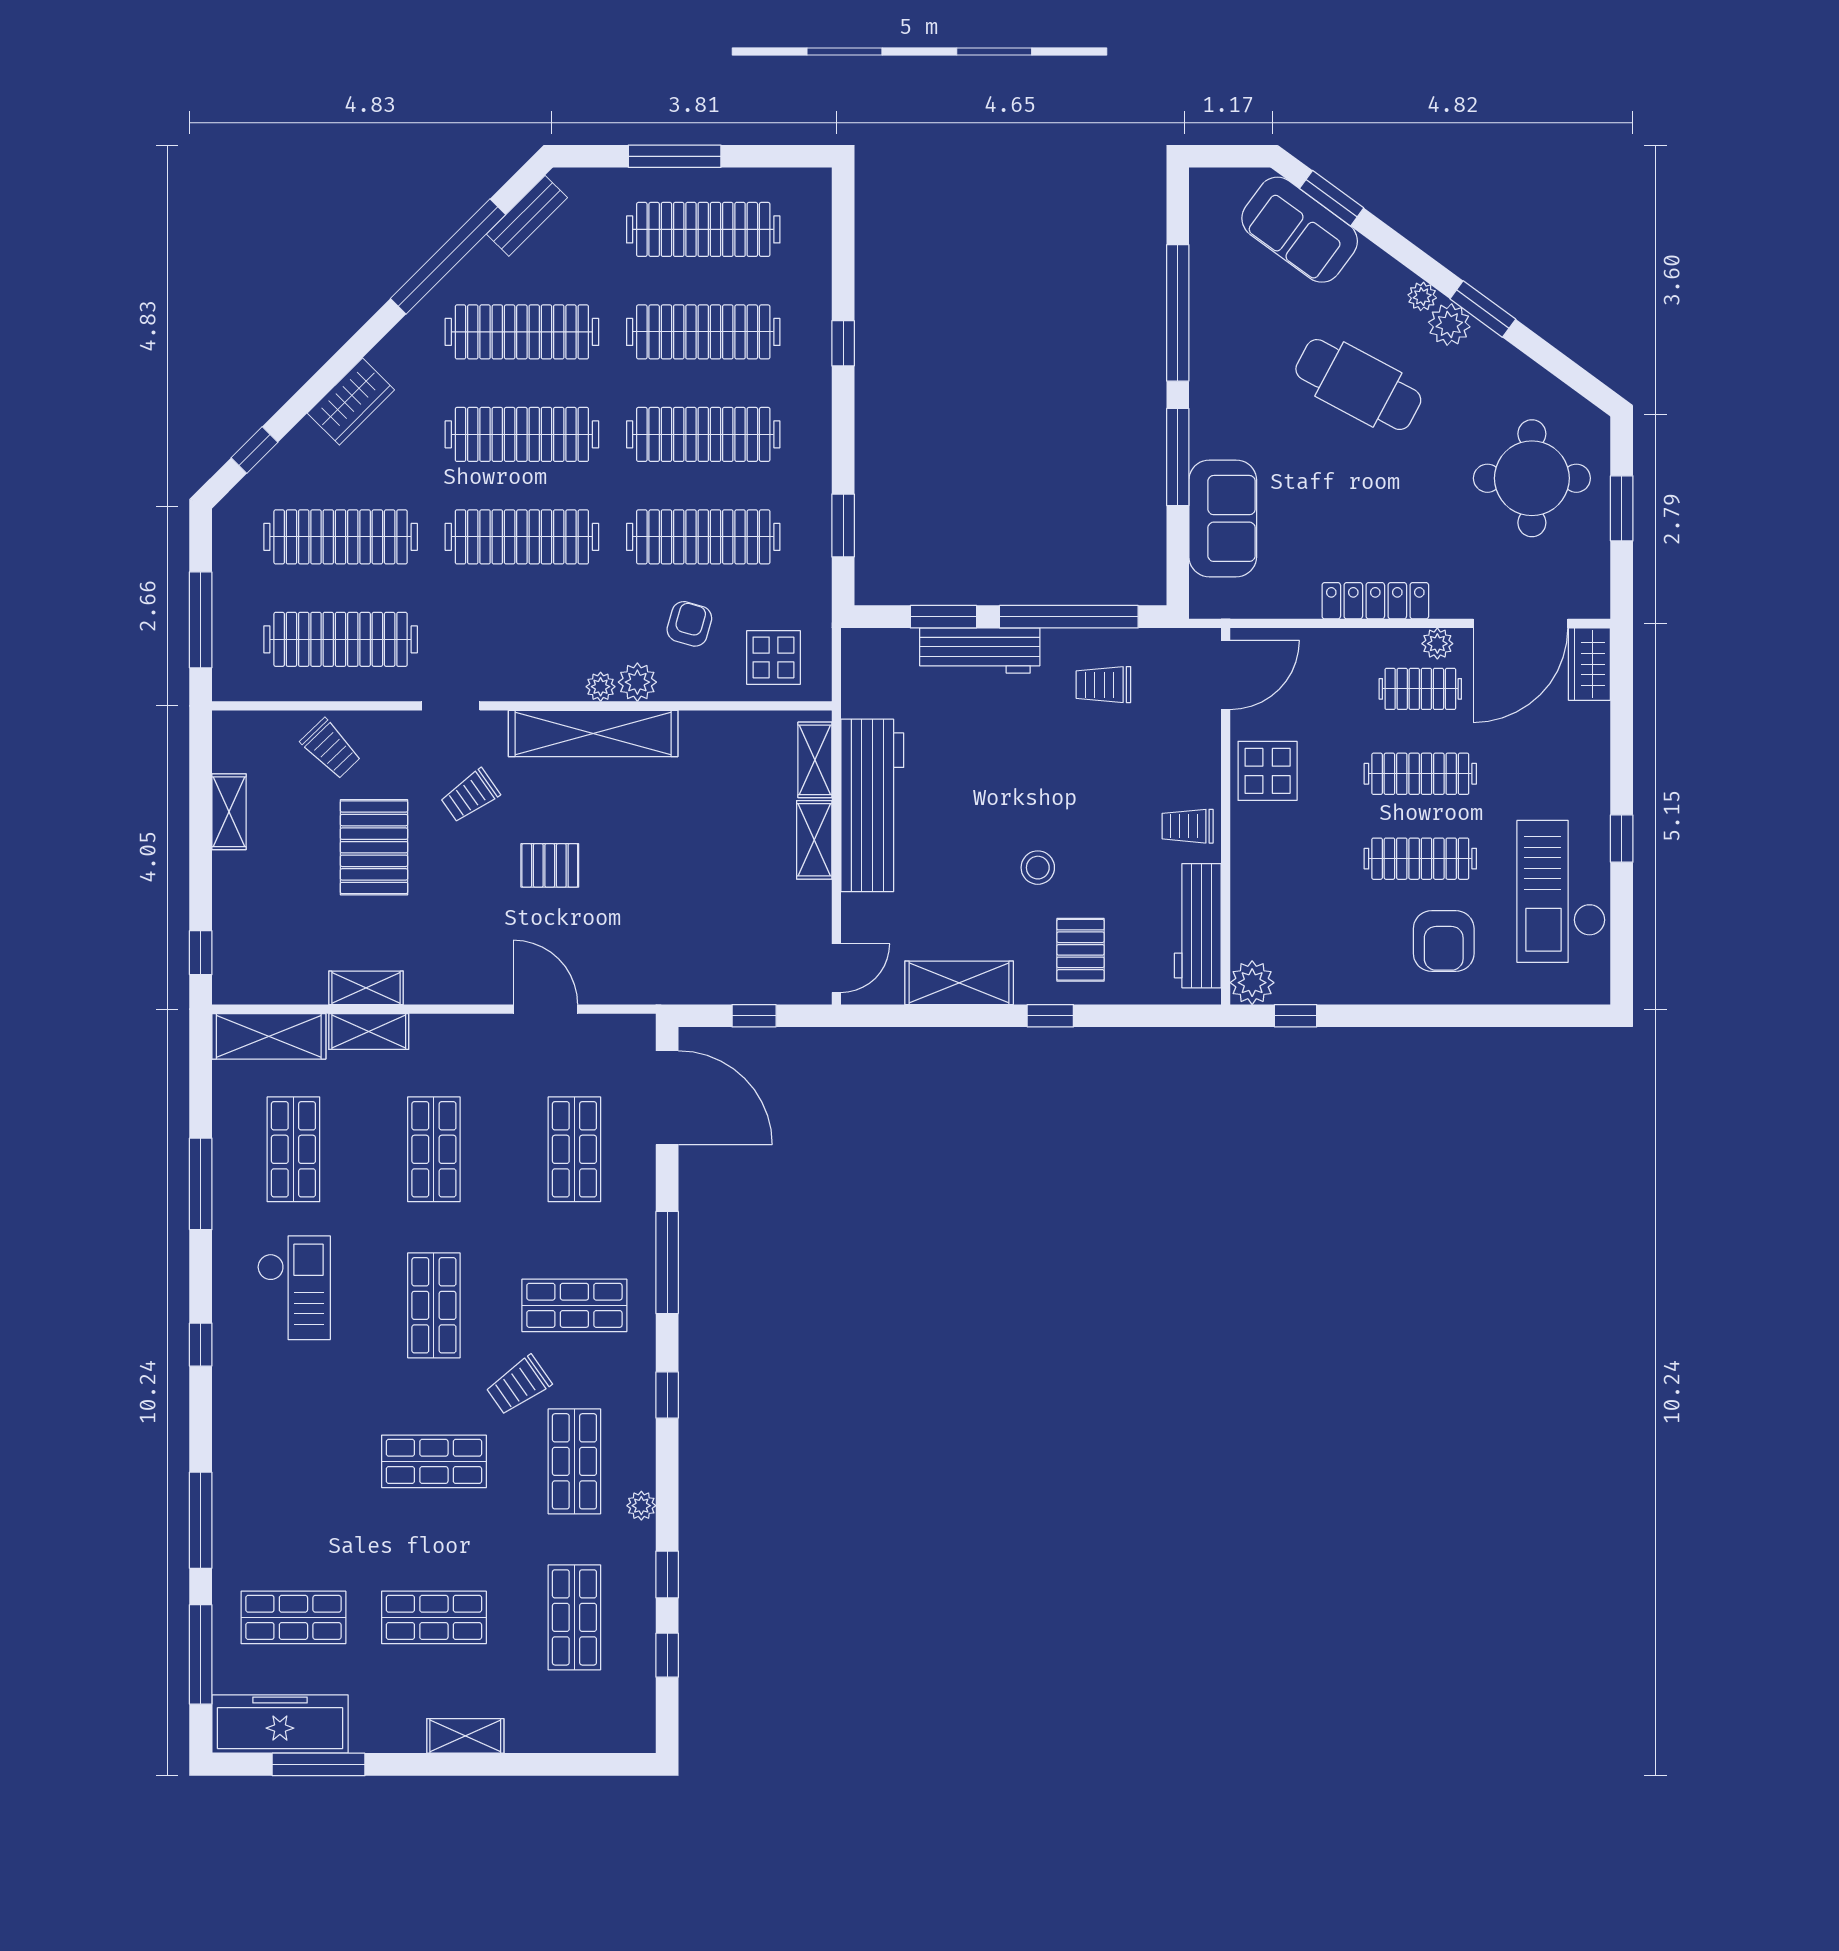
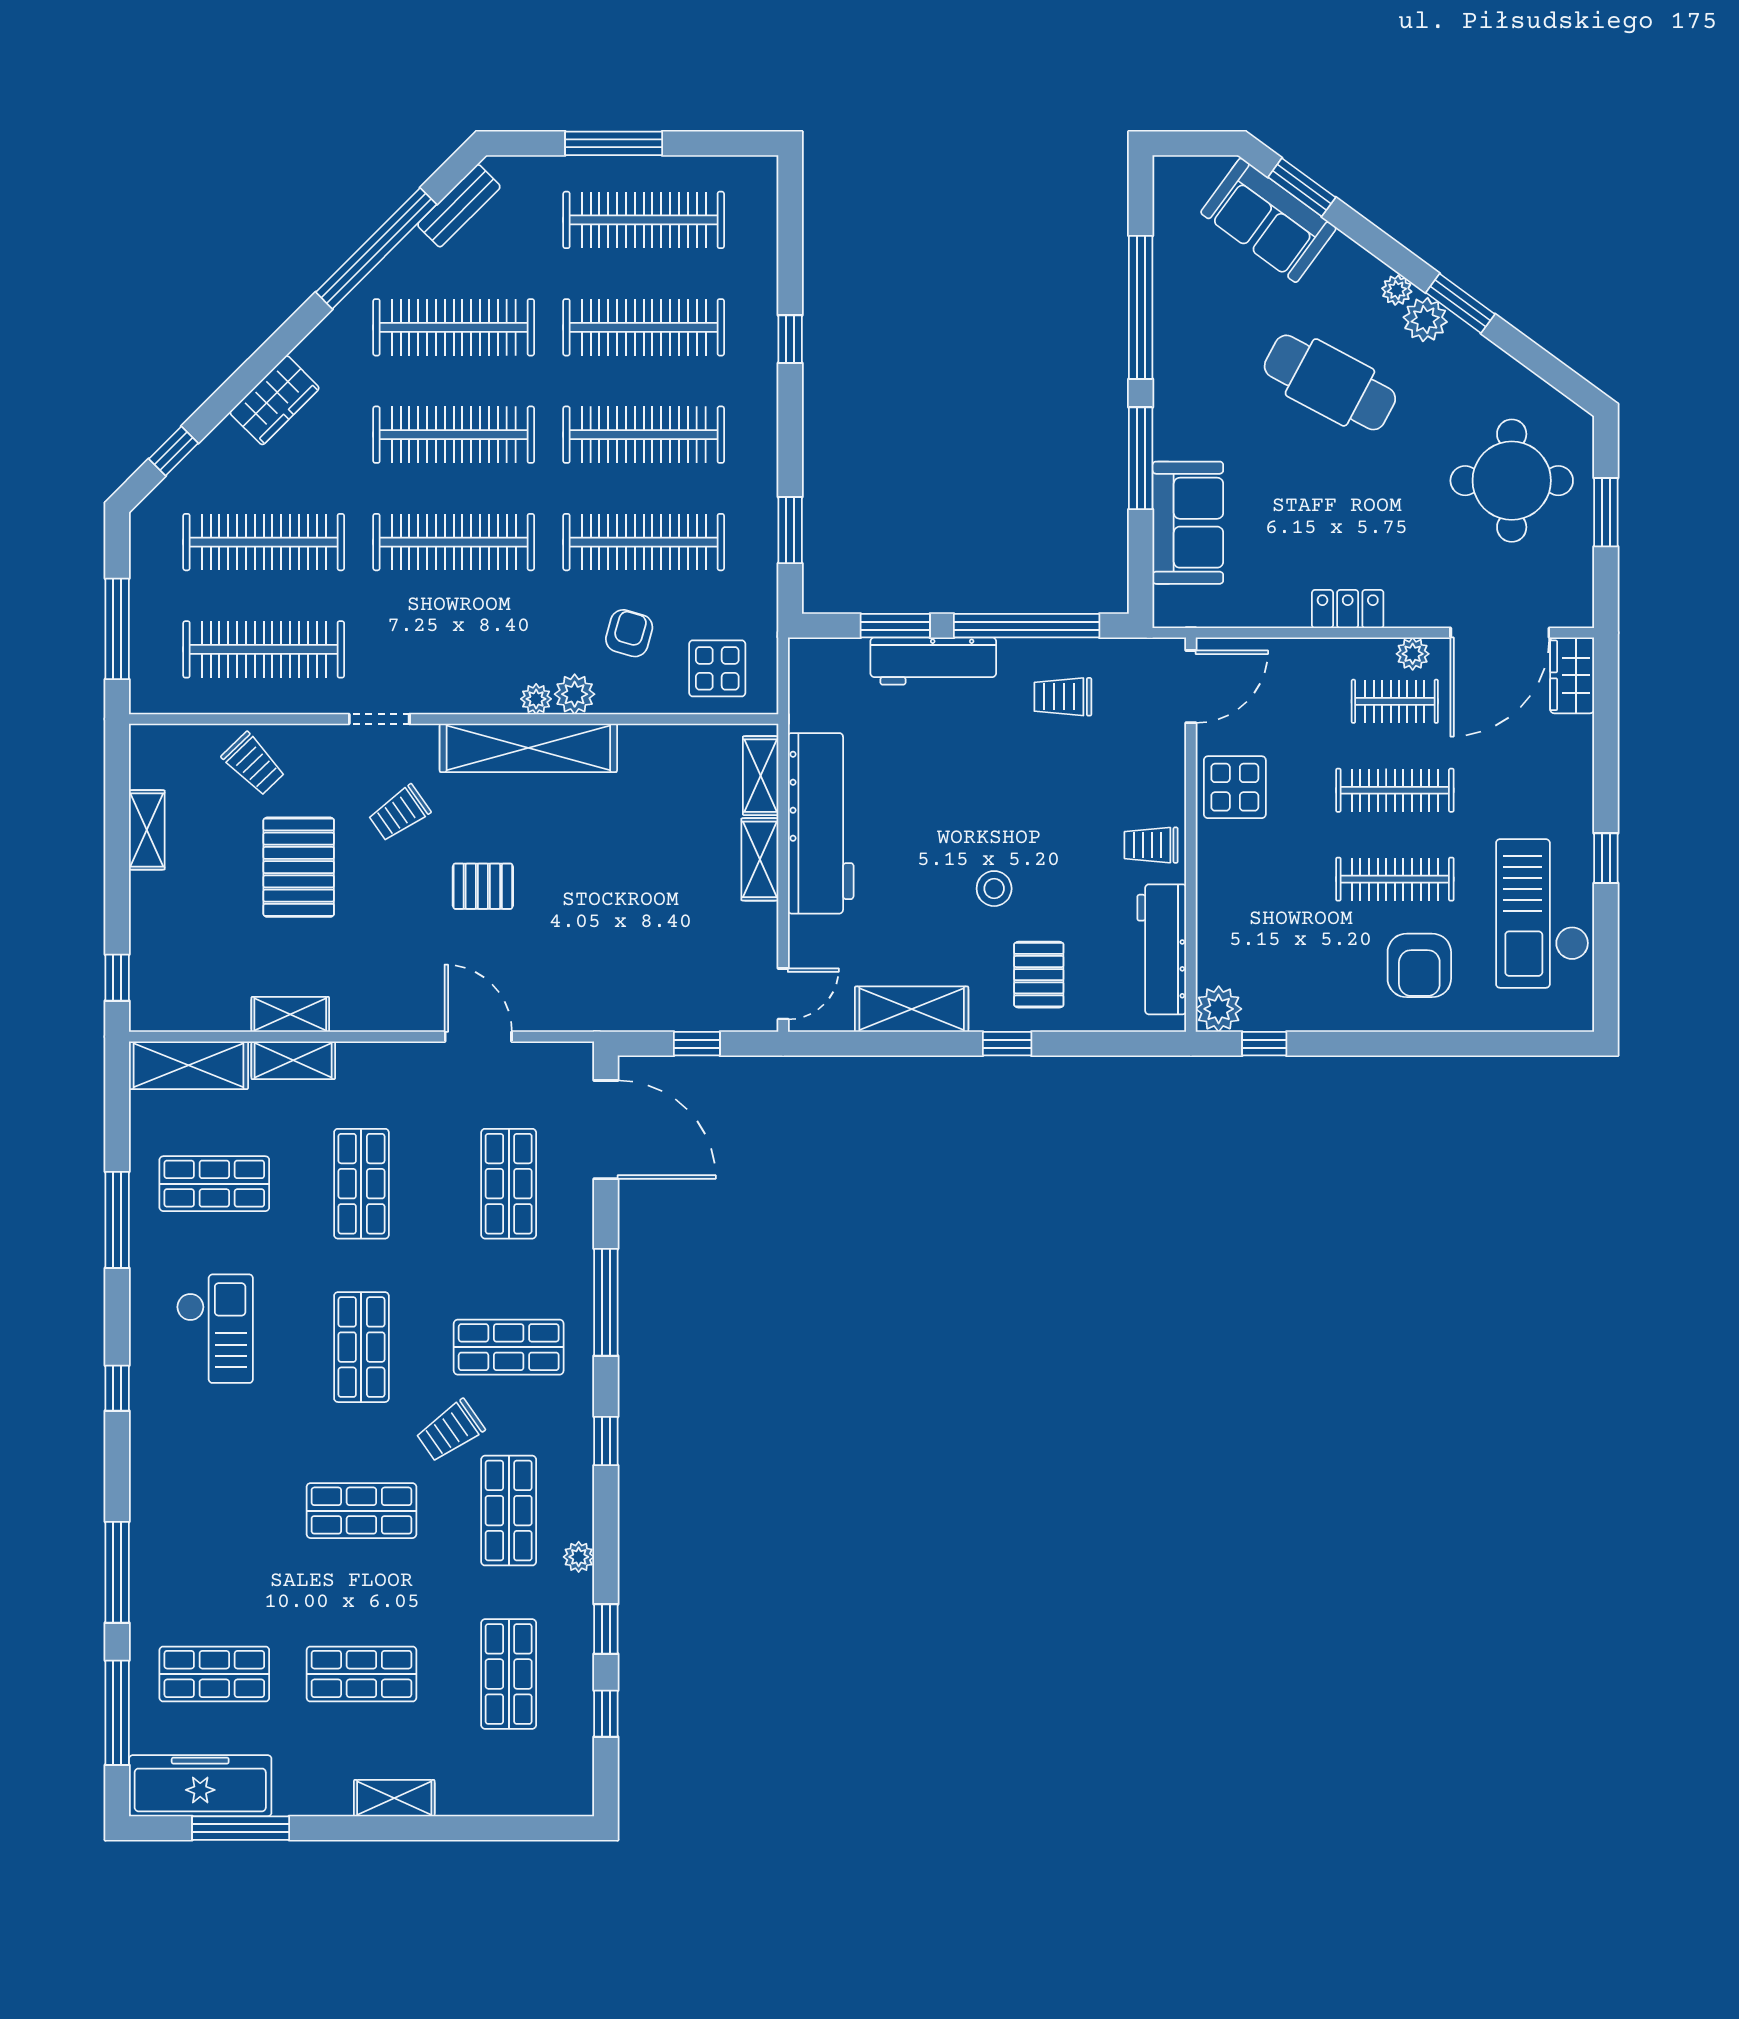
locker: (1375, 601) -> (1348, 609), width x0.66
shop shelf: (293, 1149) -> (214, 1184), turned 90

